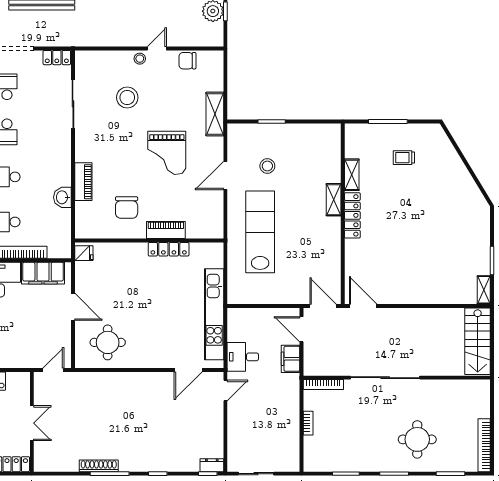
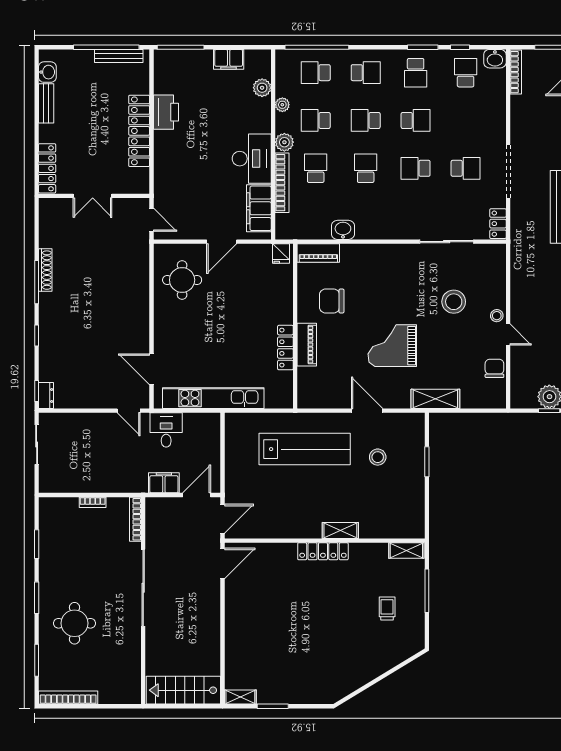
shelving: (352, 175) -> (406, 551), moved
piano: (83, 182) -> (318, 253), moved

